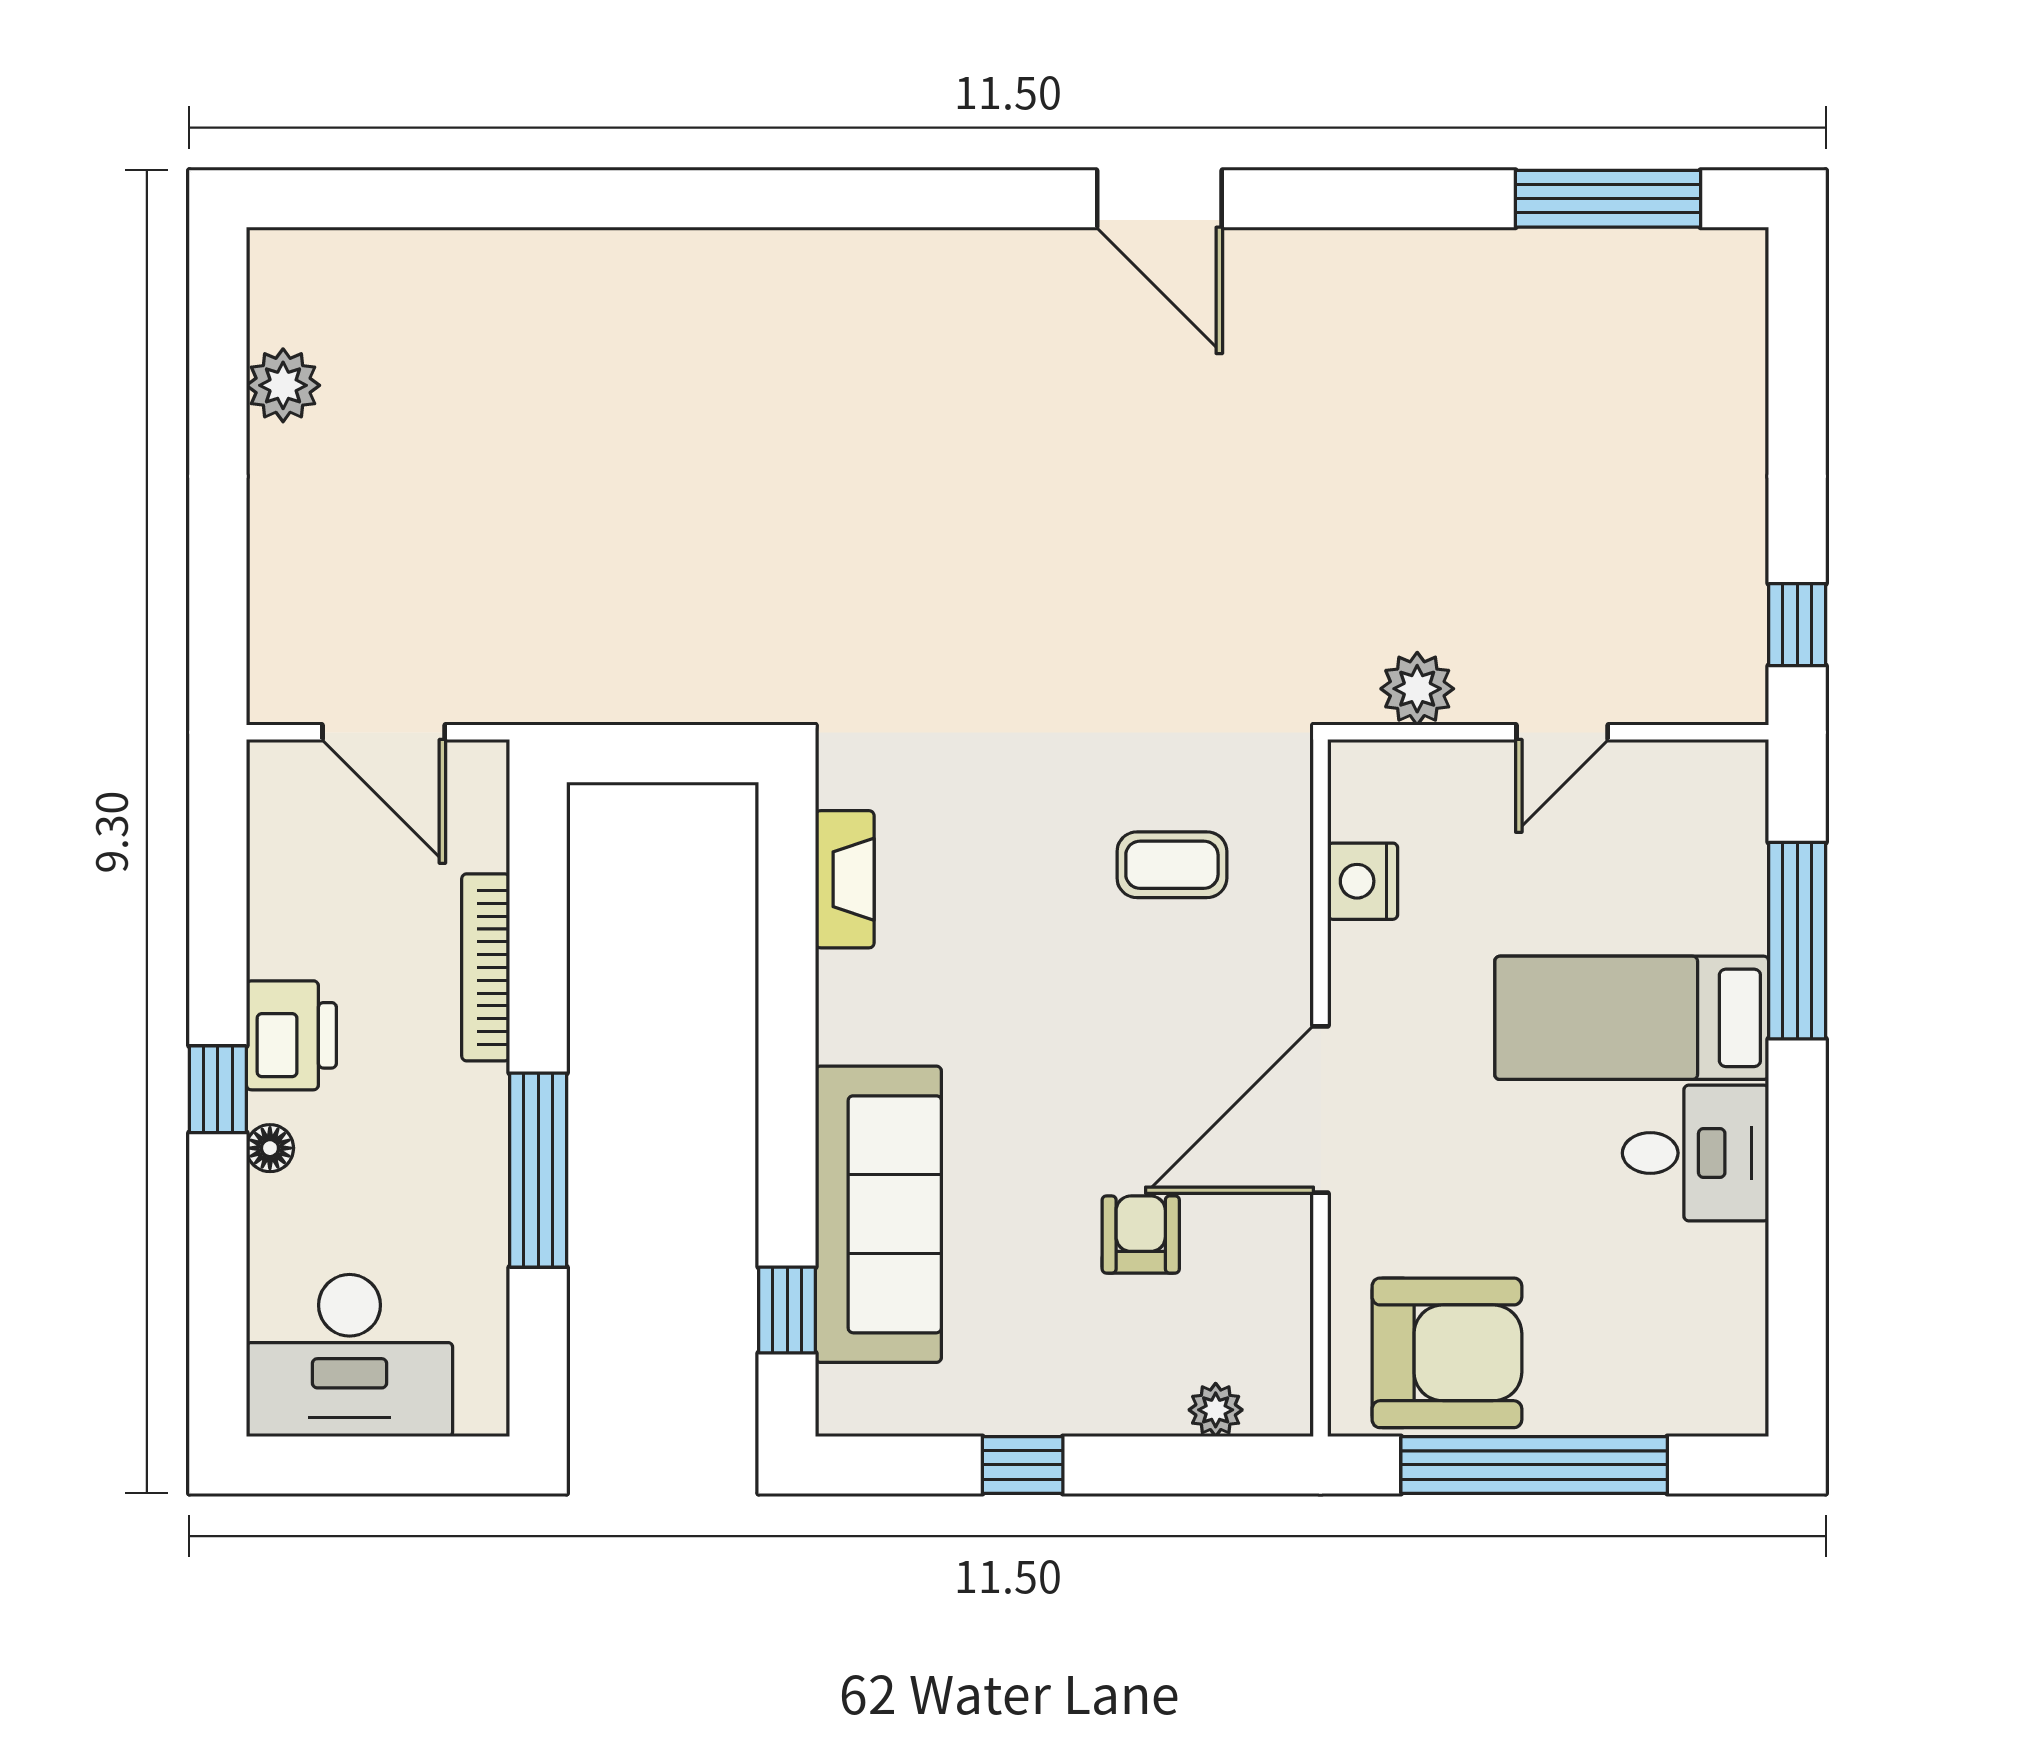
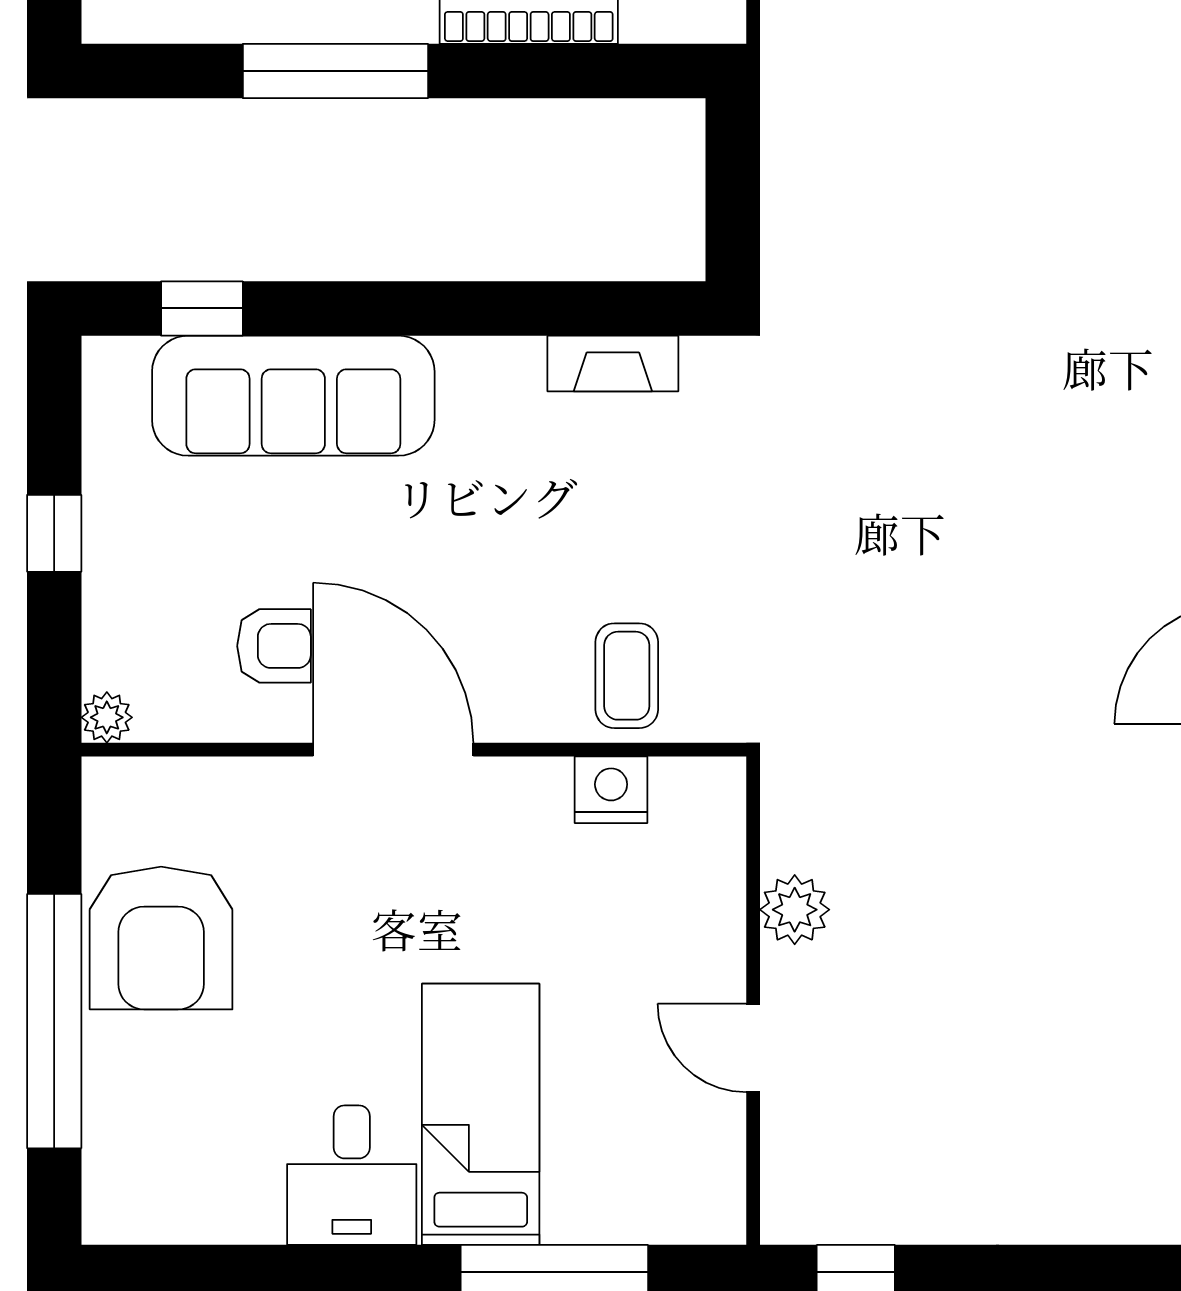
nightstand: (1363, 881) -> (611, 790), moved
wall: (1321, 1088) -> (414, 750), moved
door: (1321, 1110) -> (393, 750), moved

